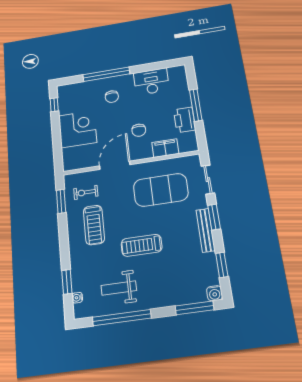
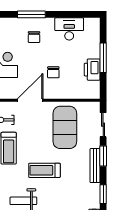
window: (106, 74) -> (31, 14), width x0.68
filing cabinet: (165, 148) -> (73, 92), removed
exercise mat: (161, 190) -> (65, 127), turned 90

